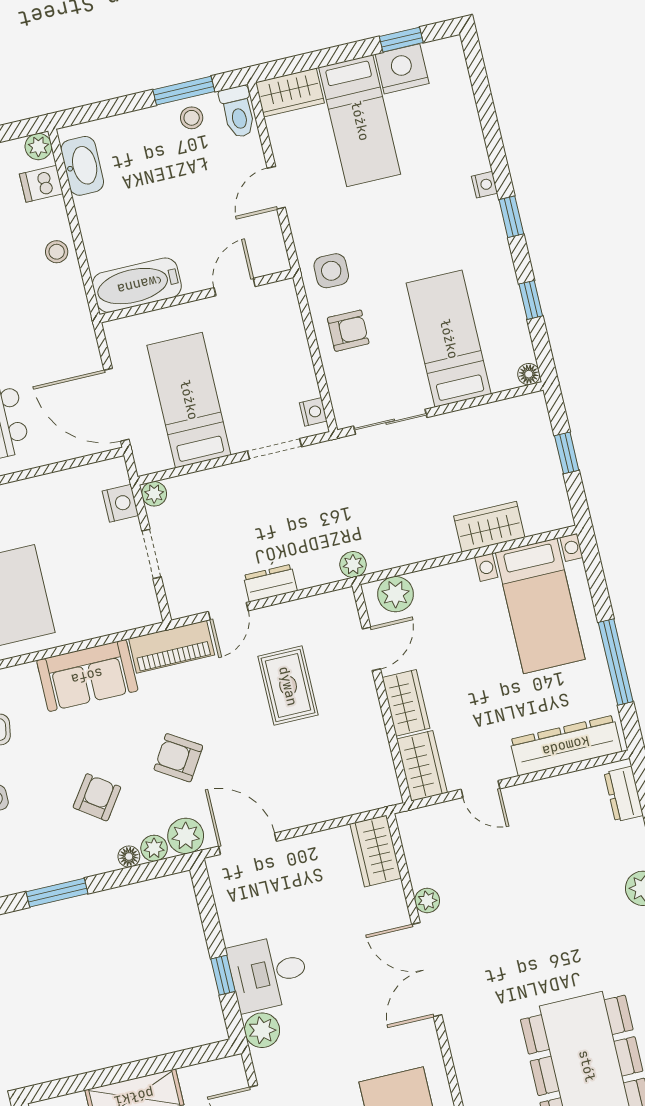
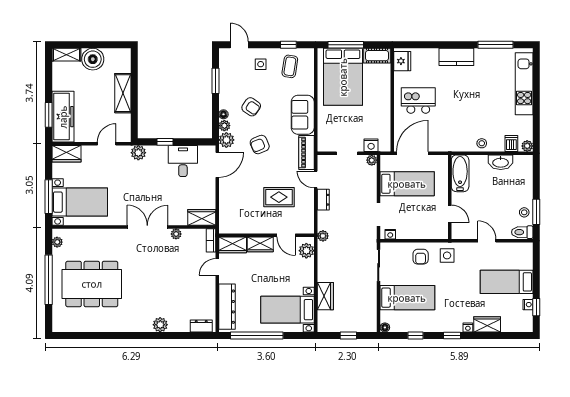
nightstand: (402, 69) -> (528, 305), width x0.53, depth x0.56
wardrobe: (290, 93) -> (487, 324), moved, turned 90
washbasin: (82, 166) -> (501, 162), moved
window: (616, 662) -> (257, 336), width x1.46
armchair: (178, 758) -> (260, 145), turned -145
bookcase: (423, 818) -> (211, 240), added
desk: (268, 973) -> (183, 161), moved

